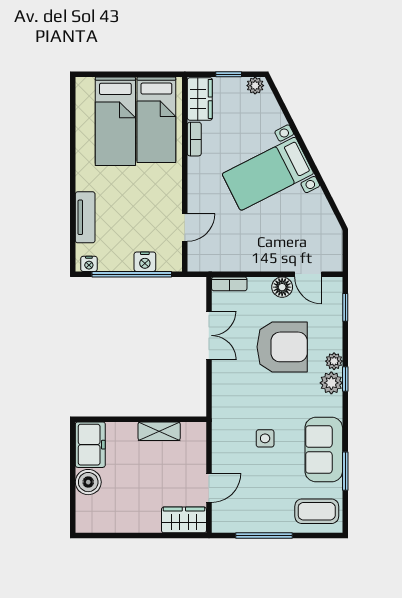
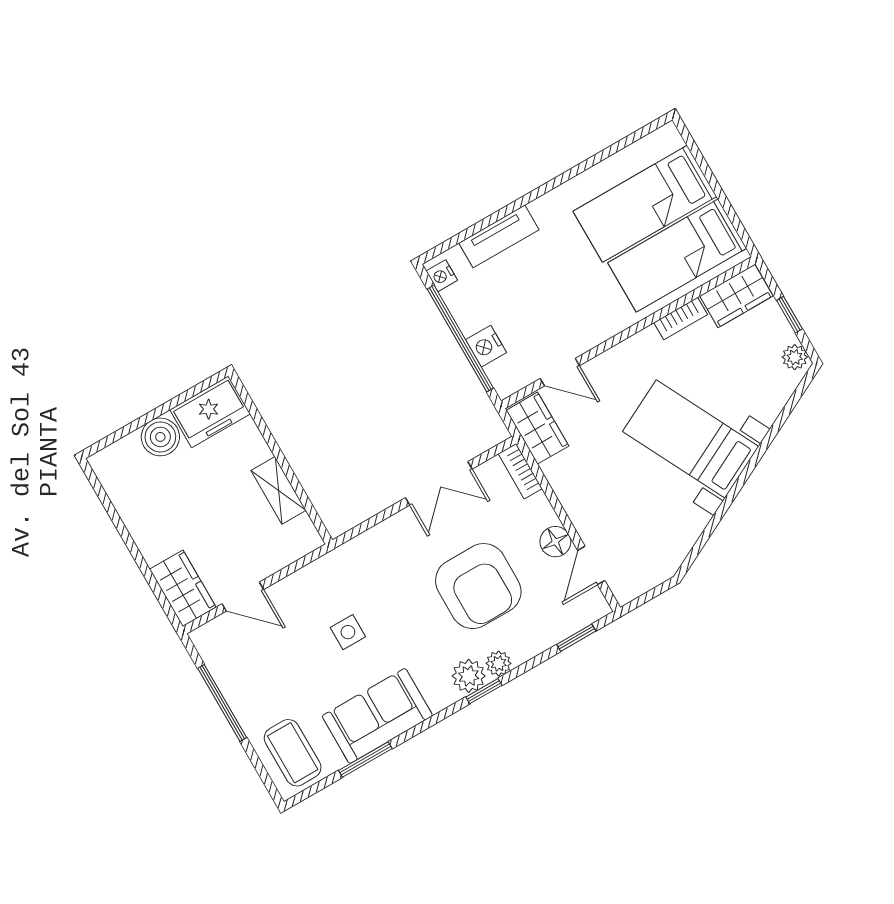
wardrobe: (210, 259) -> (537, 428), added

